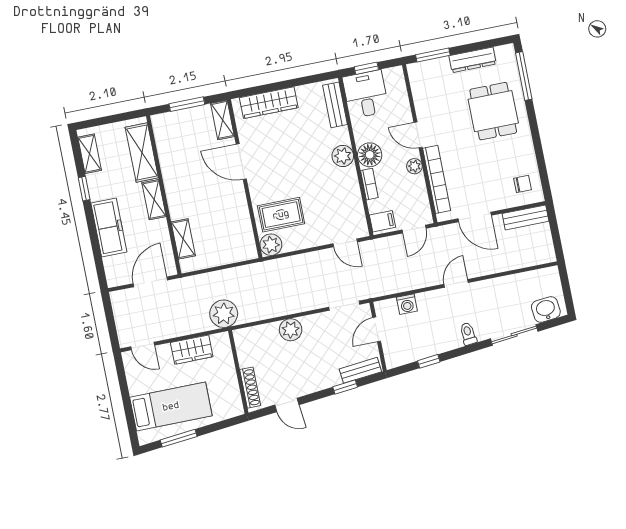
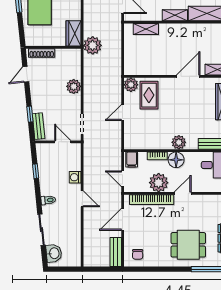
plant: (414, 166) -> (159, 183), width x1.87, depth x1.87
door: (345, 243) -> (123, 113), moved
washing machine: (407, 304) -> (75, 177), moved
wardrobe: (192, 350) -> (74, 33), moved

